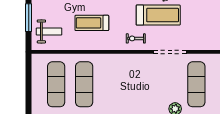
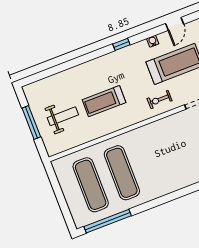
weight bench: (49, 31) -> (63, 116), moved

